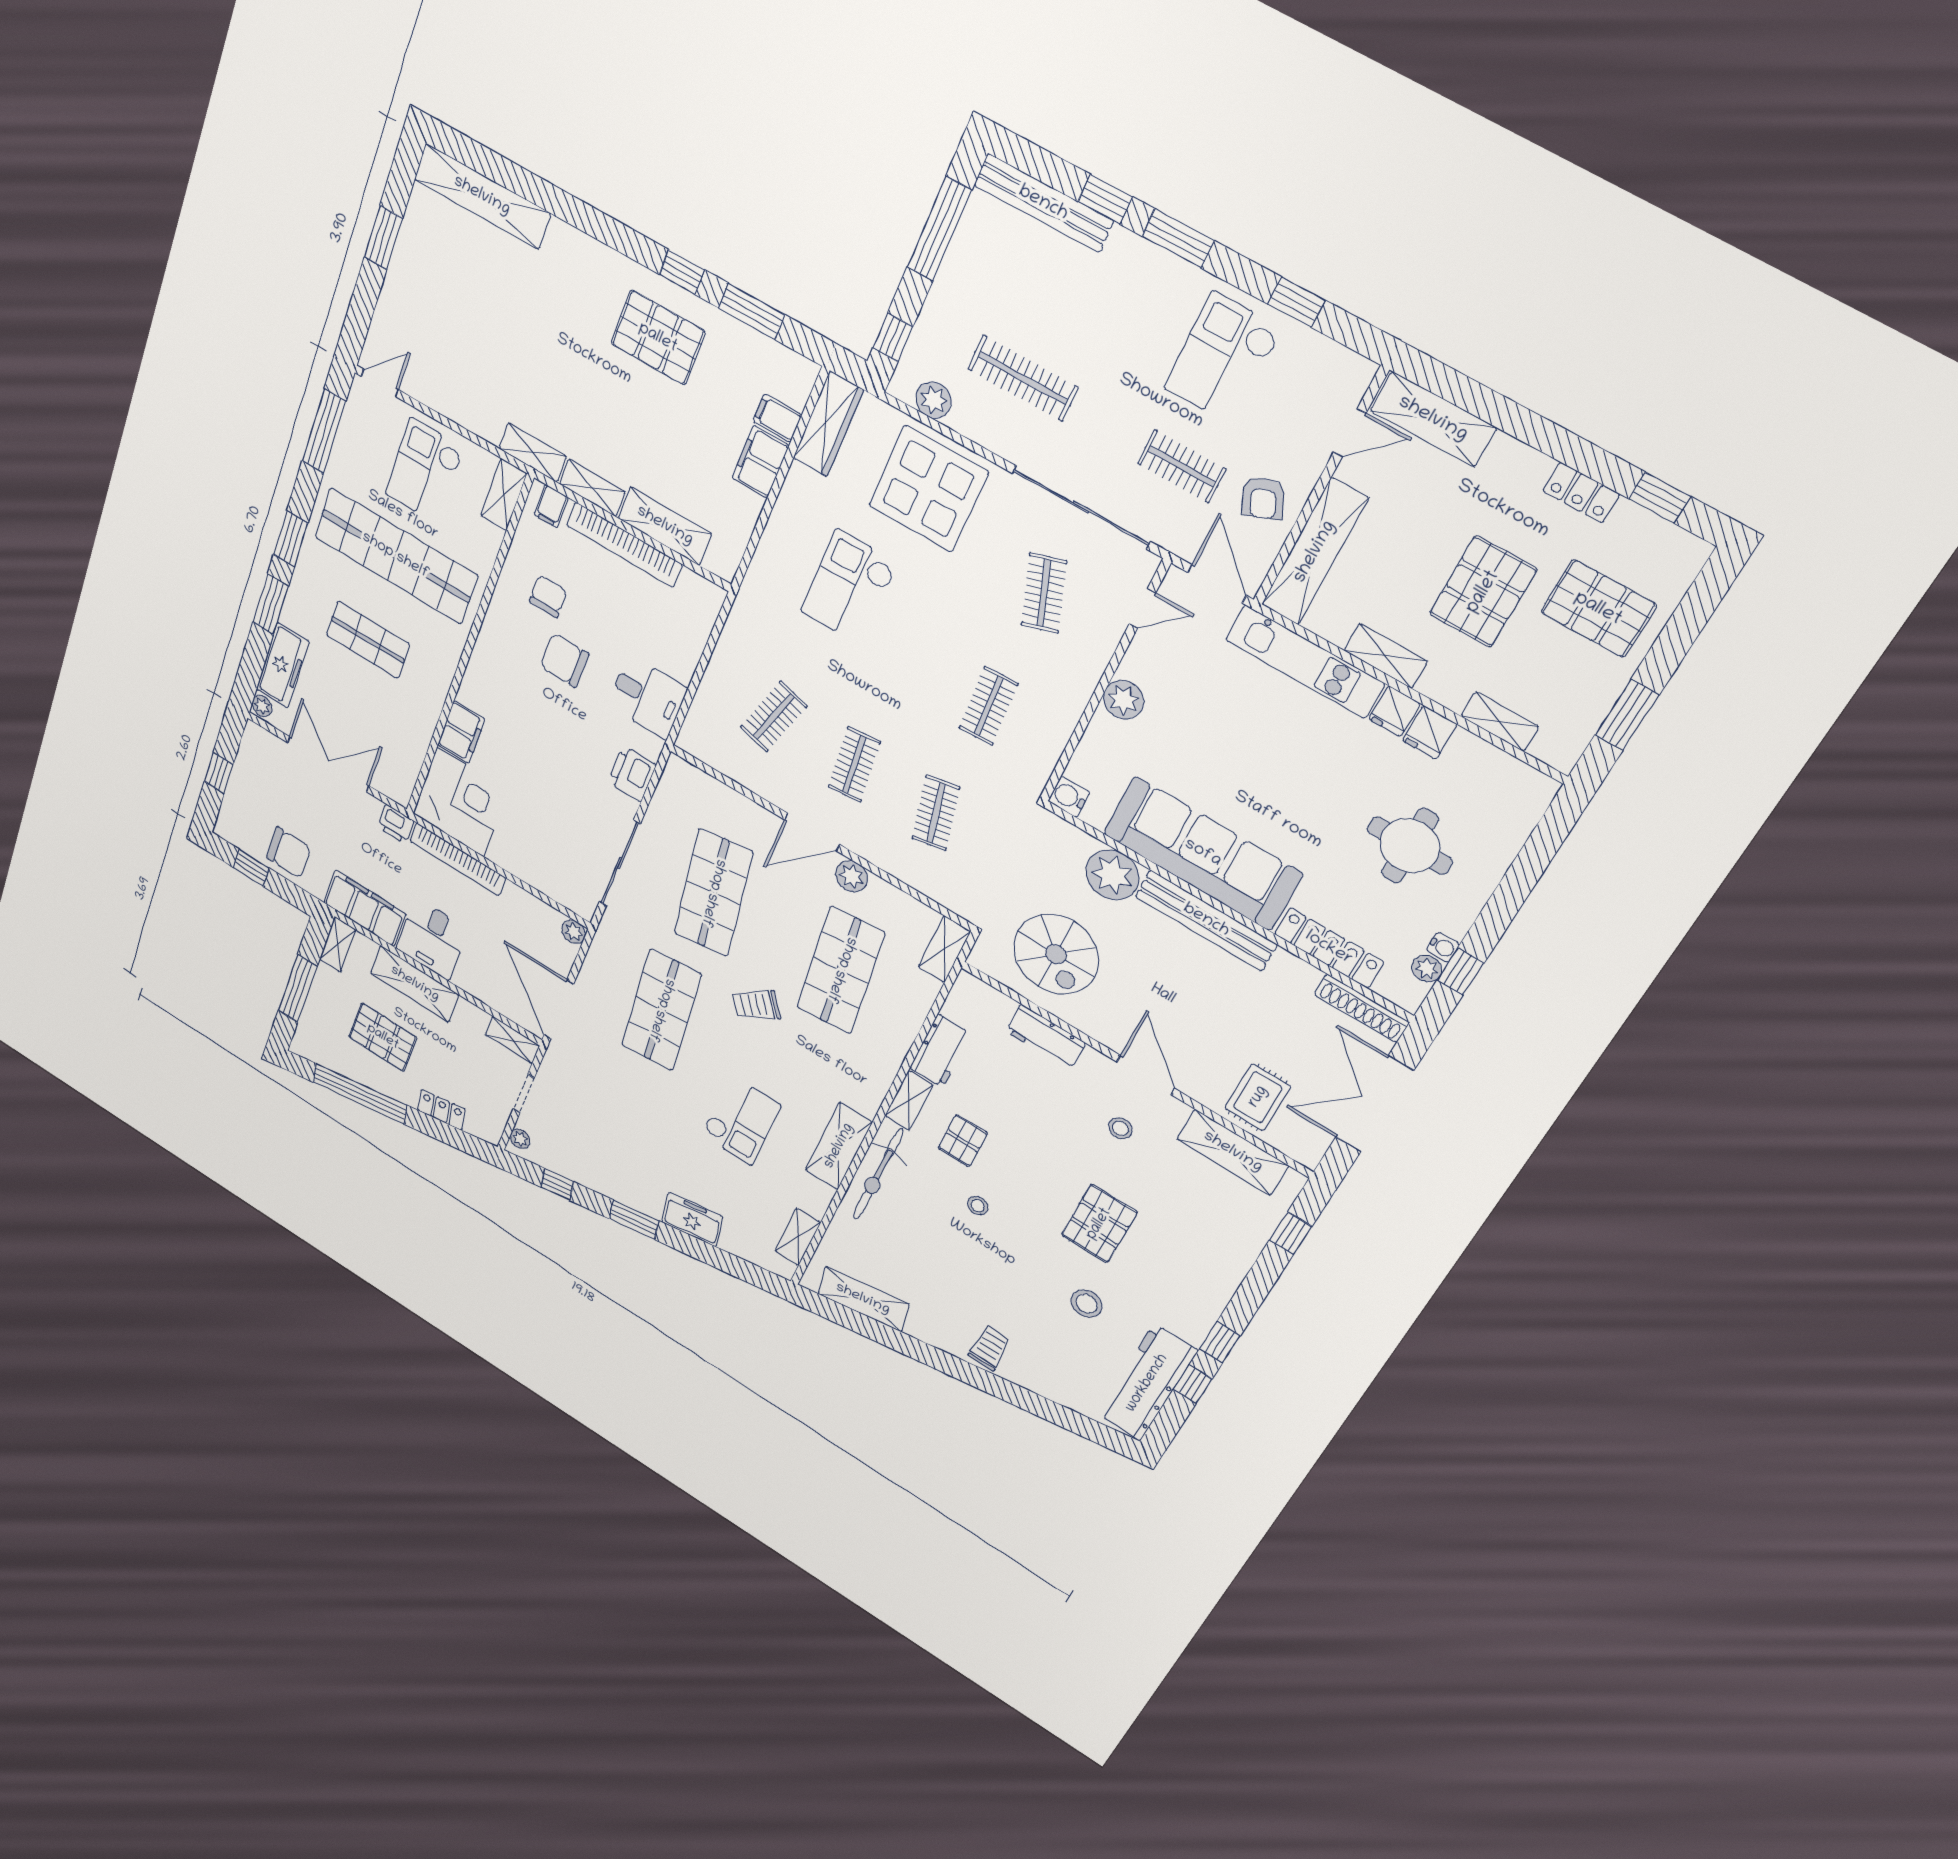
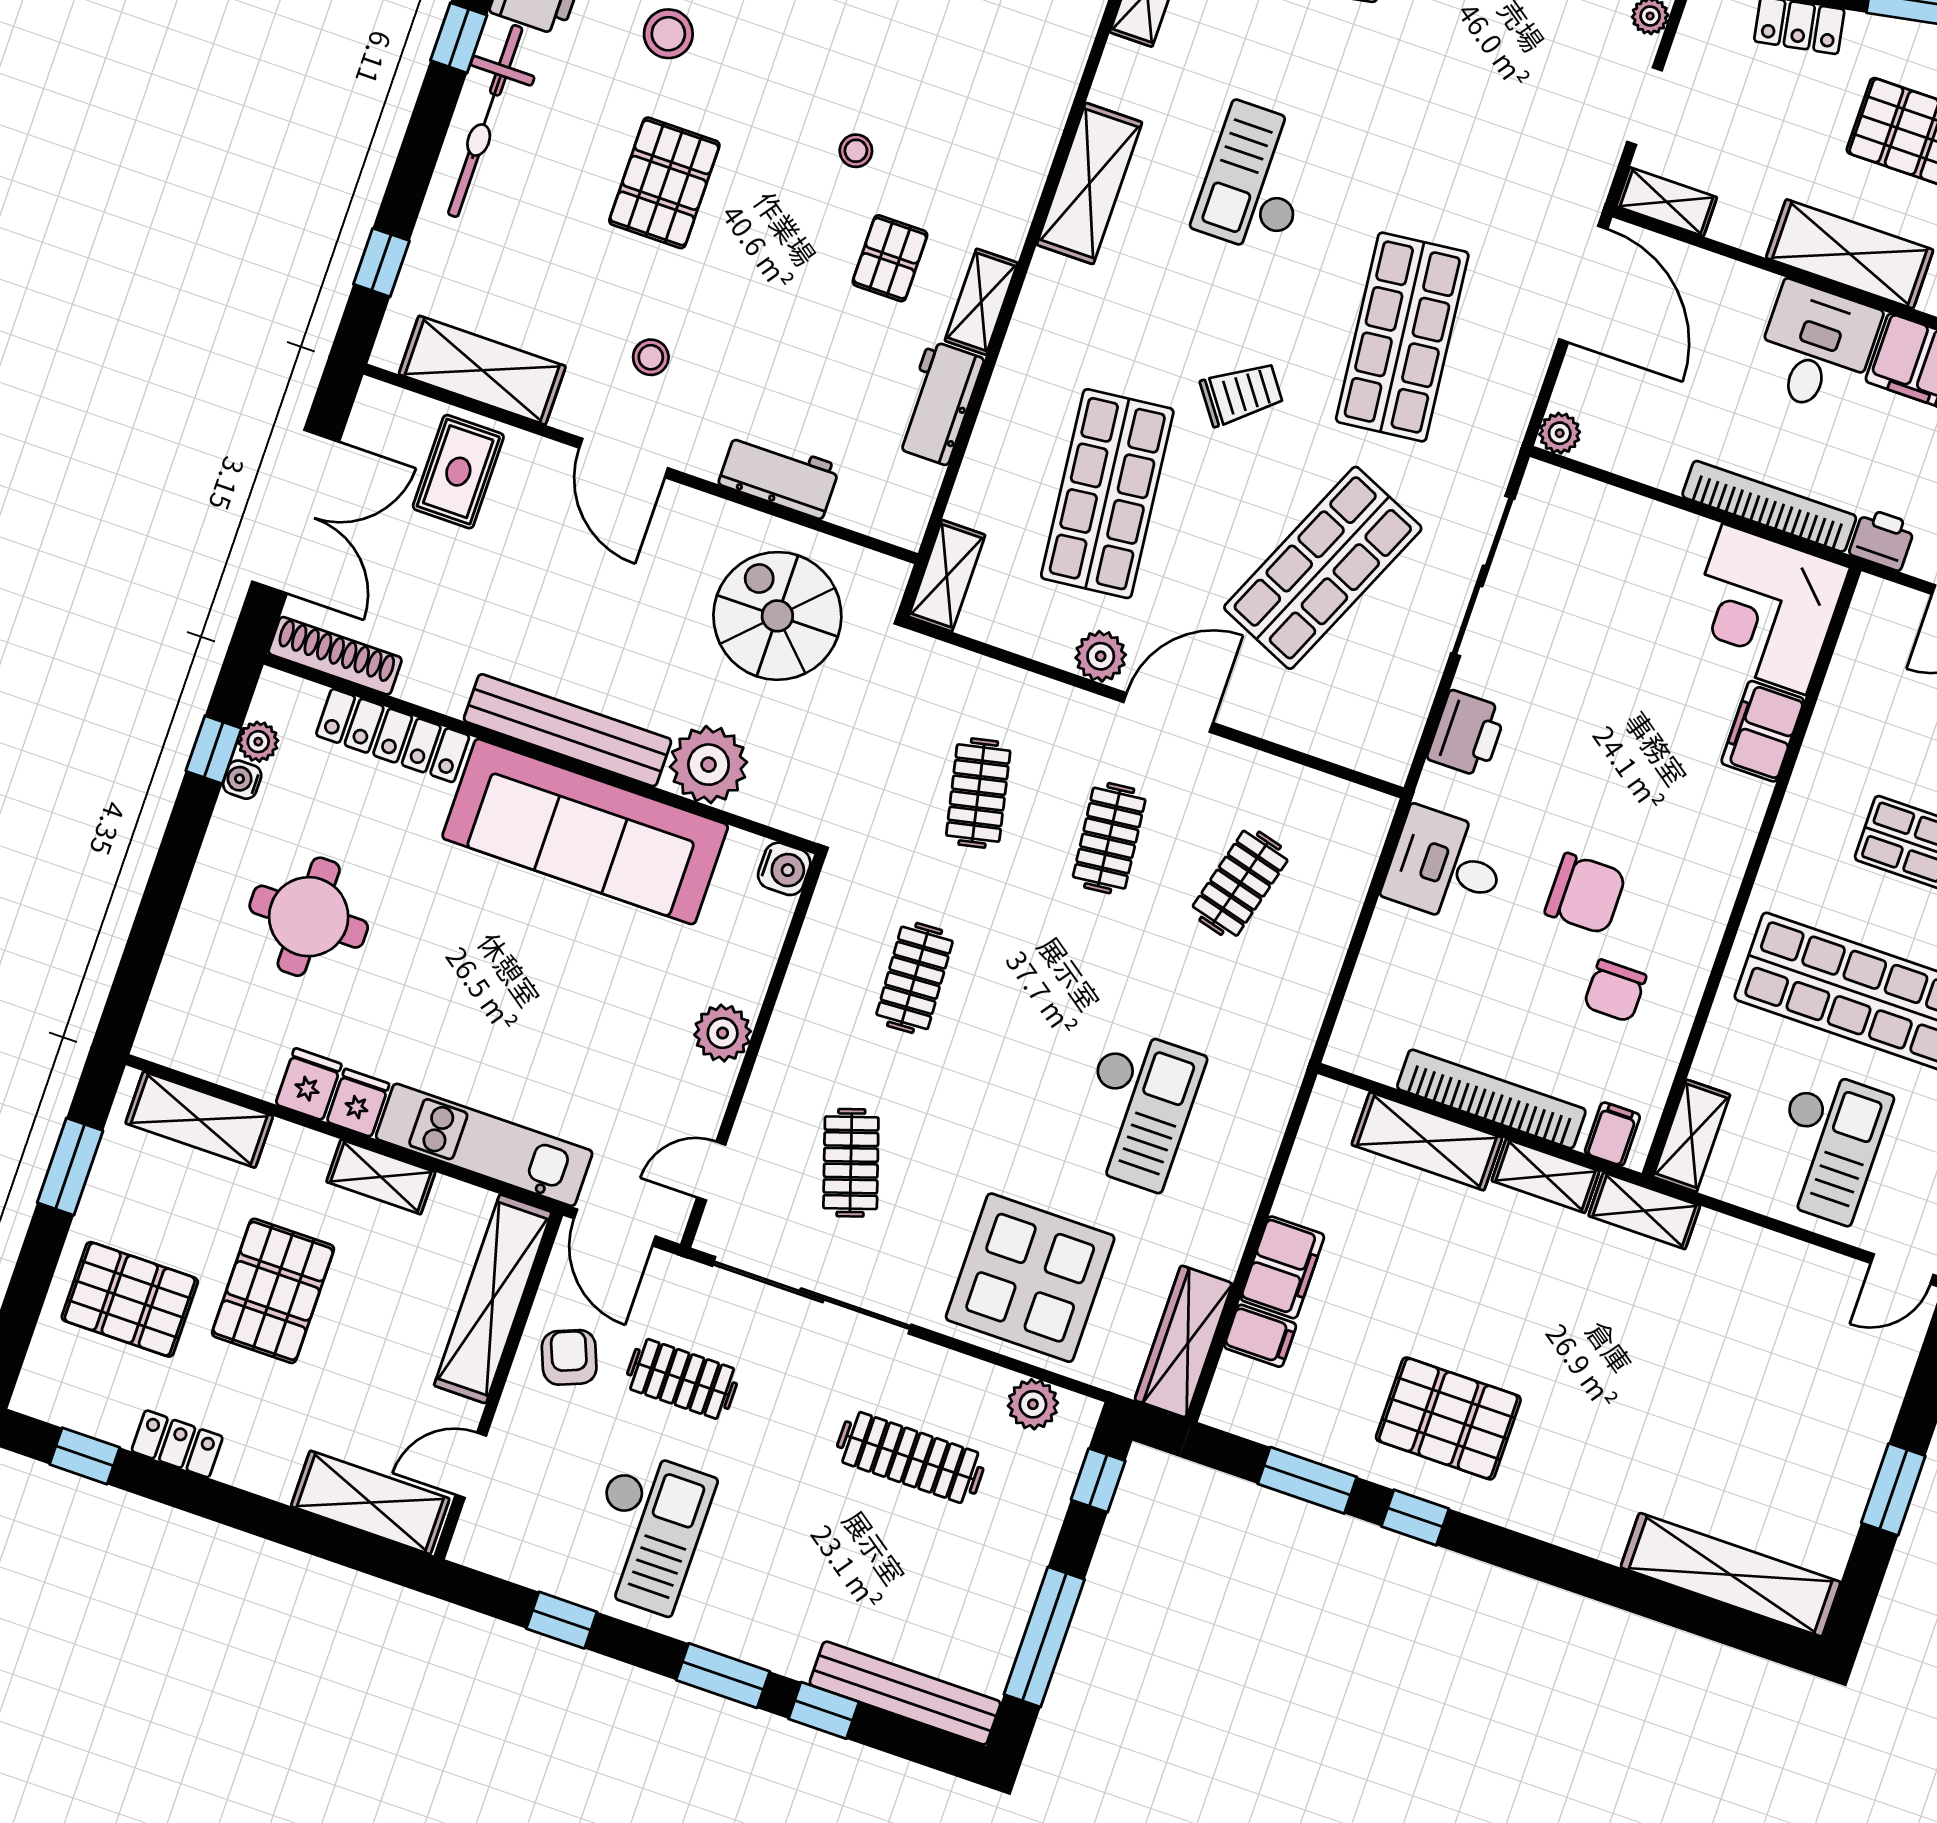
shelving: (1500, 721) -> (199, 1120), width x1.50, depth x1.33
shop shelf: (713, 893) -> (1323, 568), turned 33
bicycle: (878, 1174) -> (485, 121), moved, turned 180

